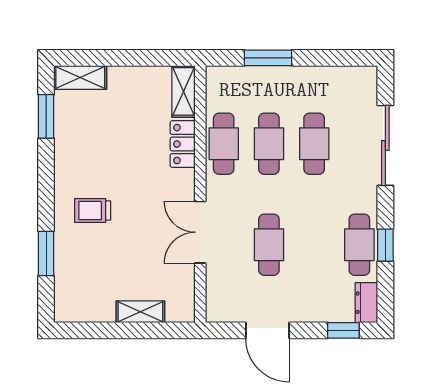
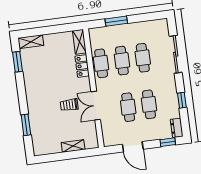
trolley: (93, 211) -> (69, 105), moved
cafe table: (359, 245) -> (149, 104), moved

